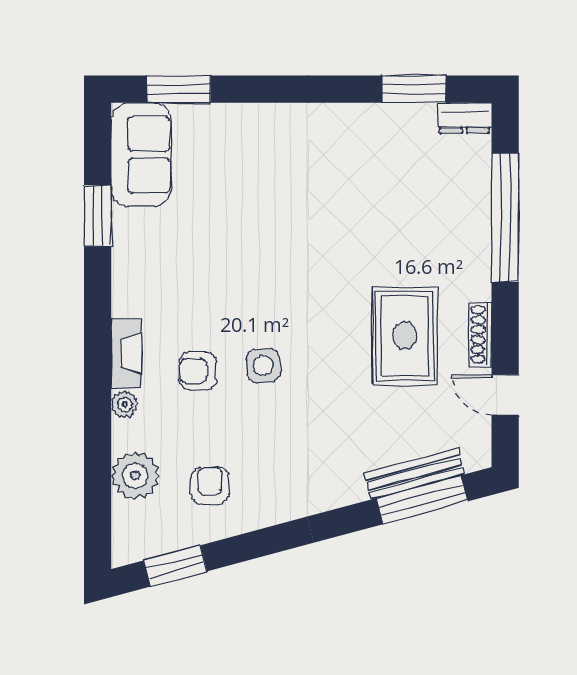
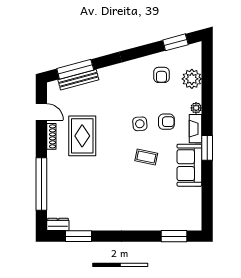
sofa: (141, 155) -> (189, 165), moved
window: (98, 216) -> (207, 148), moved
coffee table: (247, 284) -> (146, 157), added

